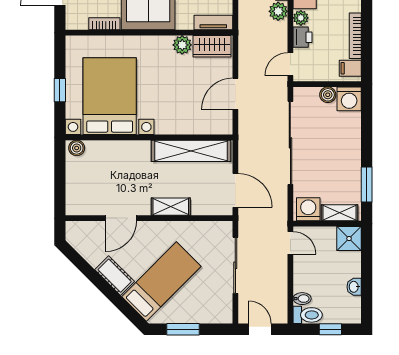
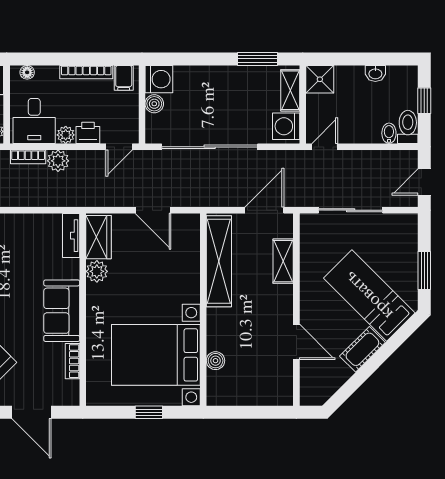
door: (290, 64) -> (119, 147), hinge flipped
boiler: (77, 148) -> (216, 361), moved
shelving: (171, 207) -> (283, 261), moved

